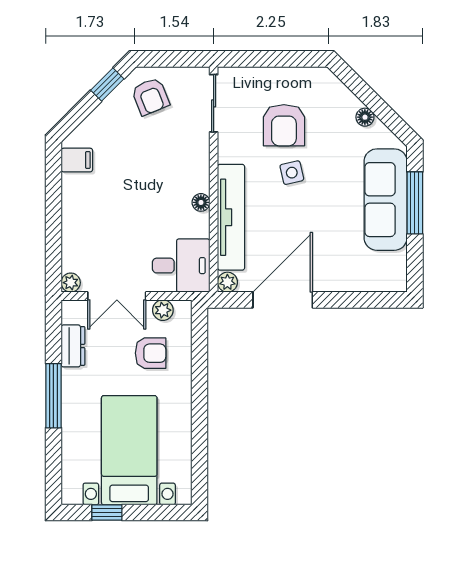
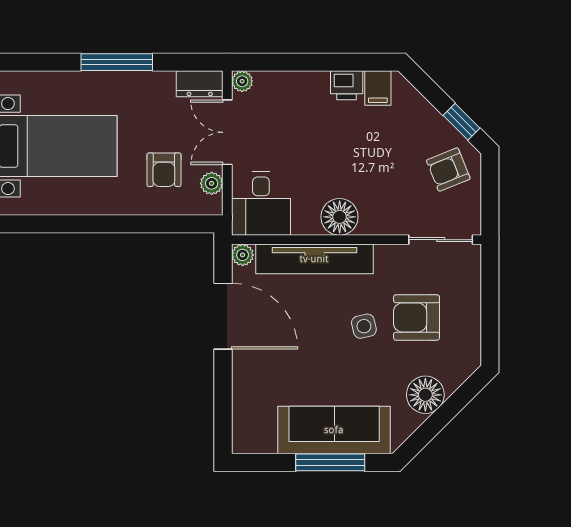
floor lamp: (365, 117) -> (425, 395), width x1.89, depth x1.89
printer: (74, 188) -> (347, 85), added
floor lamp: (201, 202) -> (340, 217), width x1.89, depth x1.89
dresser: (73, 346) -> (200, 84), moved

